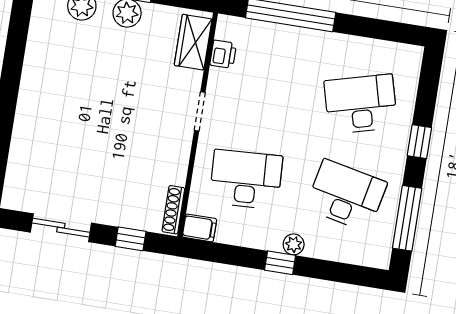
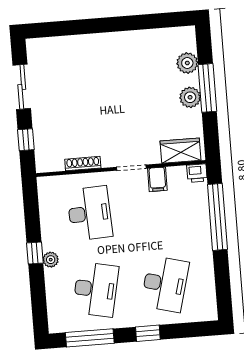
printer: (223, 54) -> (197, 173), moved
desk: (361, 104) -> (165, 284), turned 30
shoe rack: (173, 210) -> (83, 164), moved
filing cabinet: (200, 228) -> (157, 179), moved

